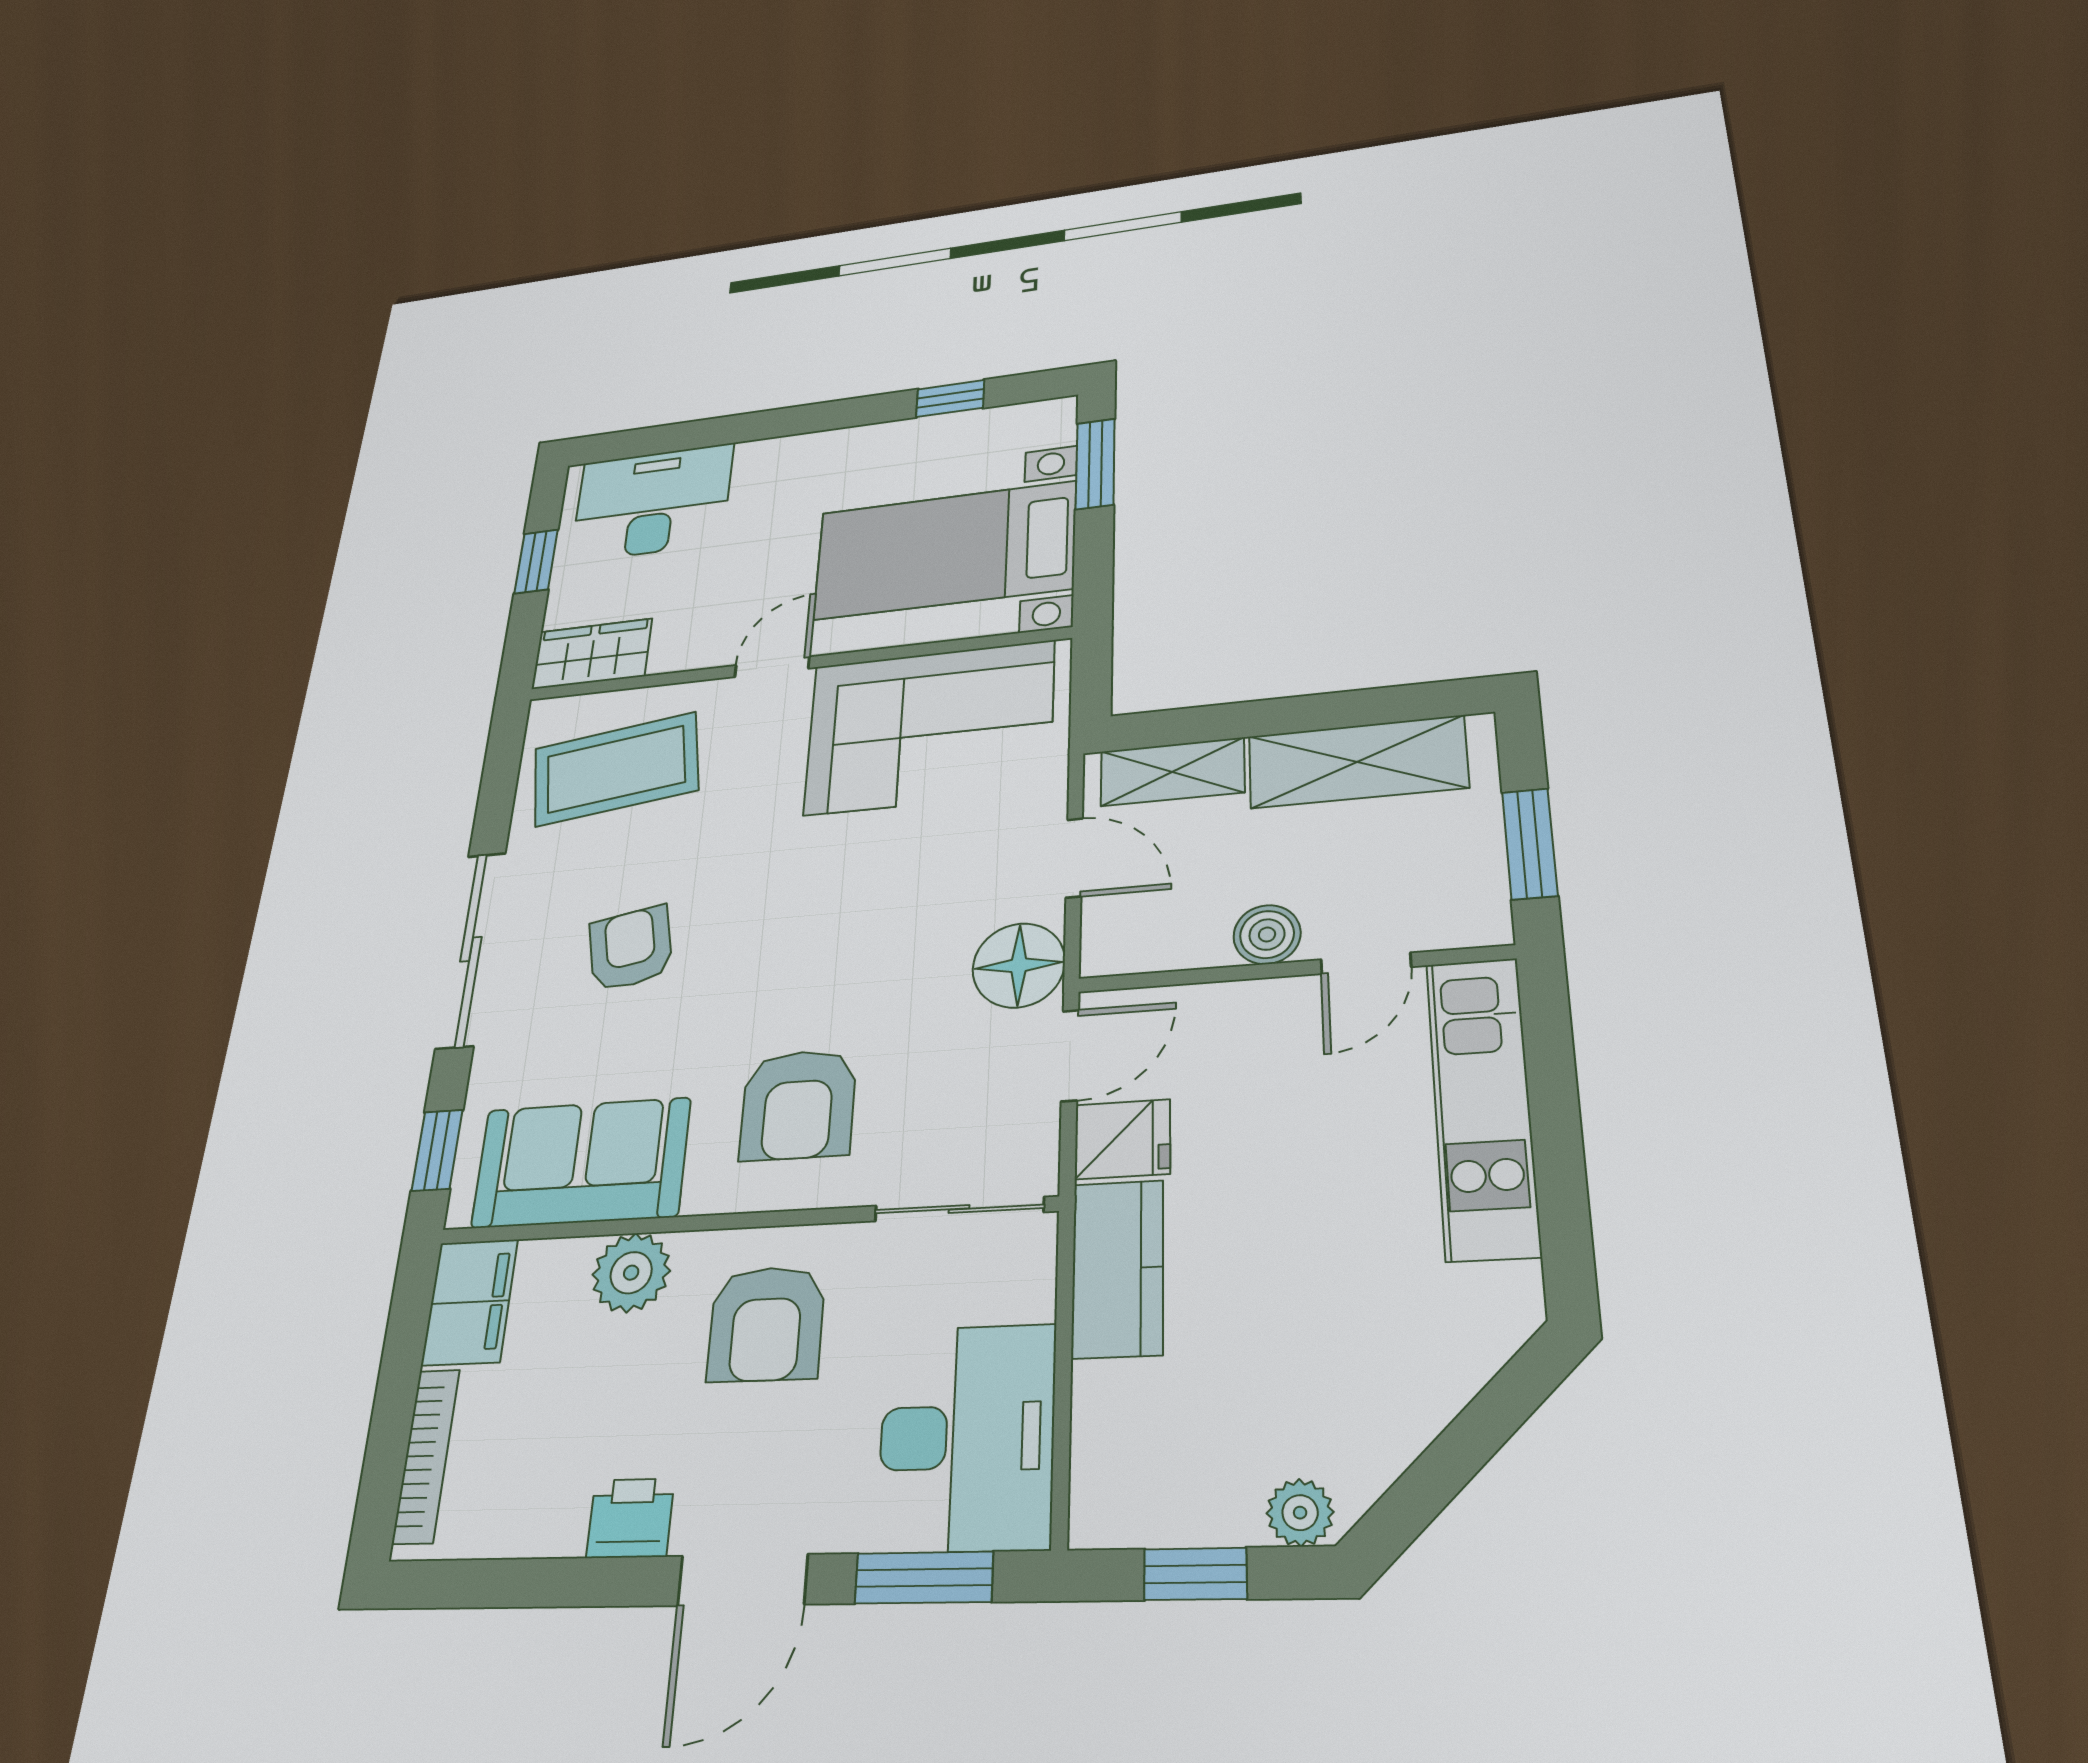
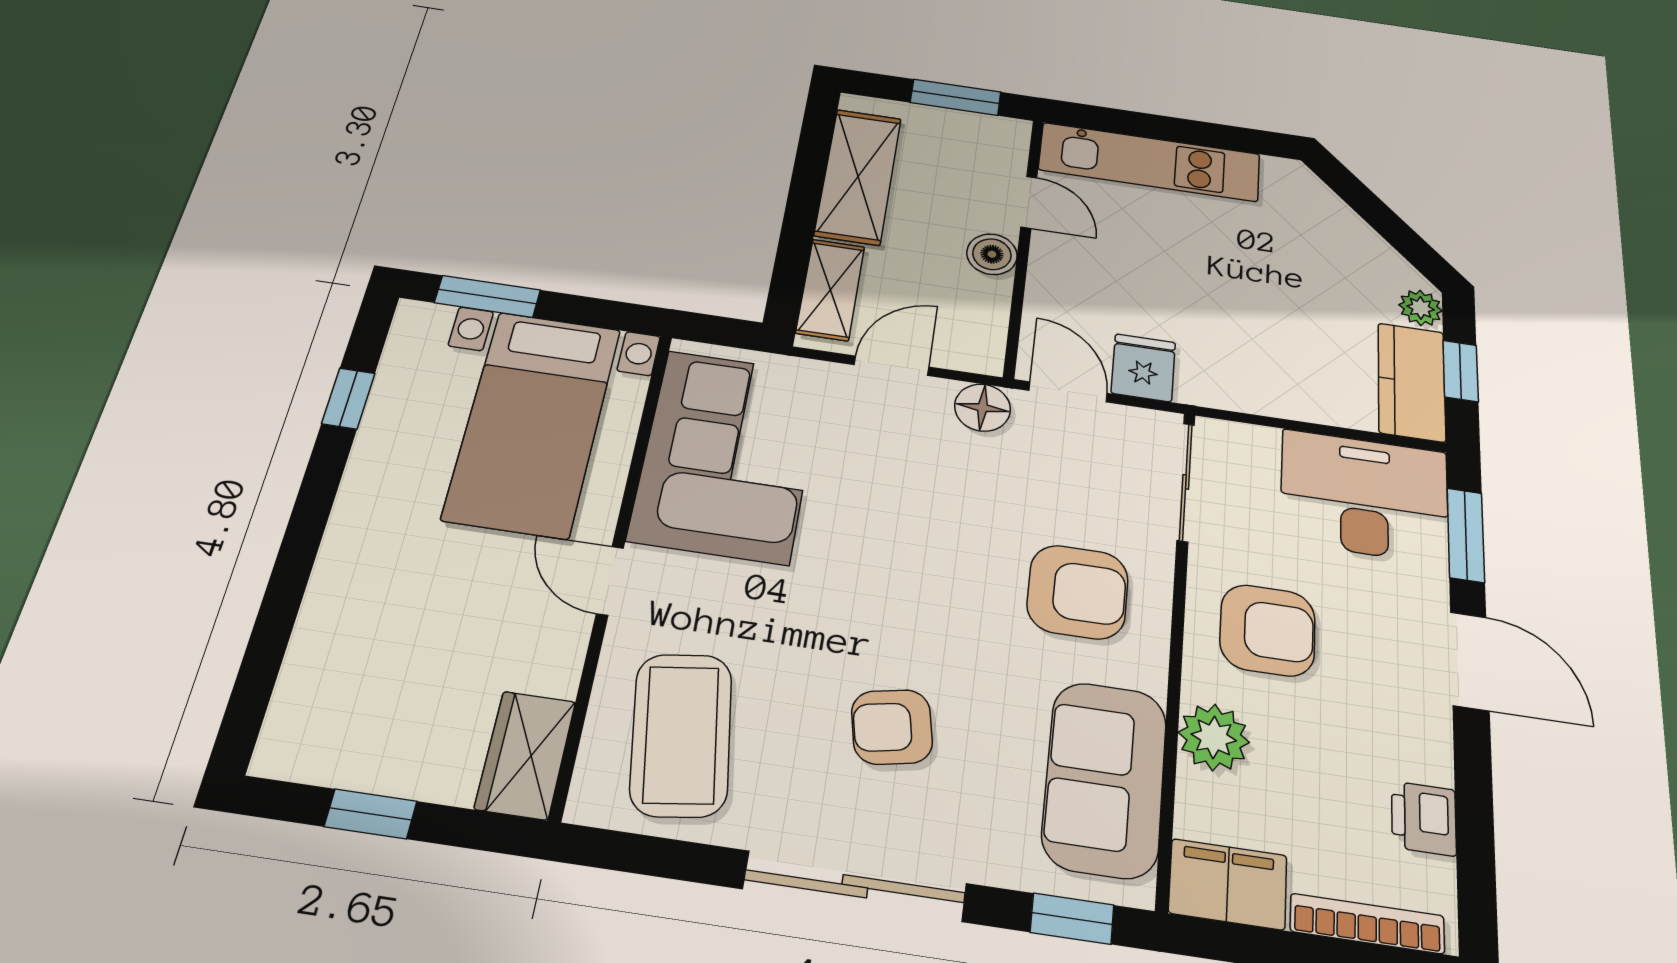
desk: (652, 503) -> (345, 685), removed
floor lamp: (1019, 965) -> (983, 408), width x0.73, depth x0.73
kitchen counter: (1118, 1268) -> (1412, 382), moved, turned -90
printer: (630, 1518) -> (1424, 818), moved

